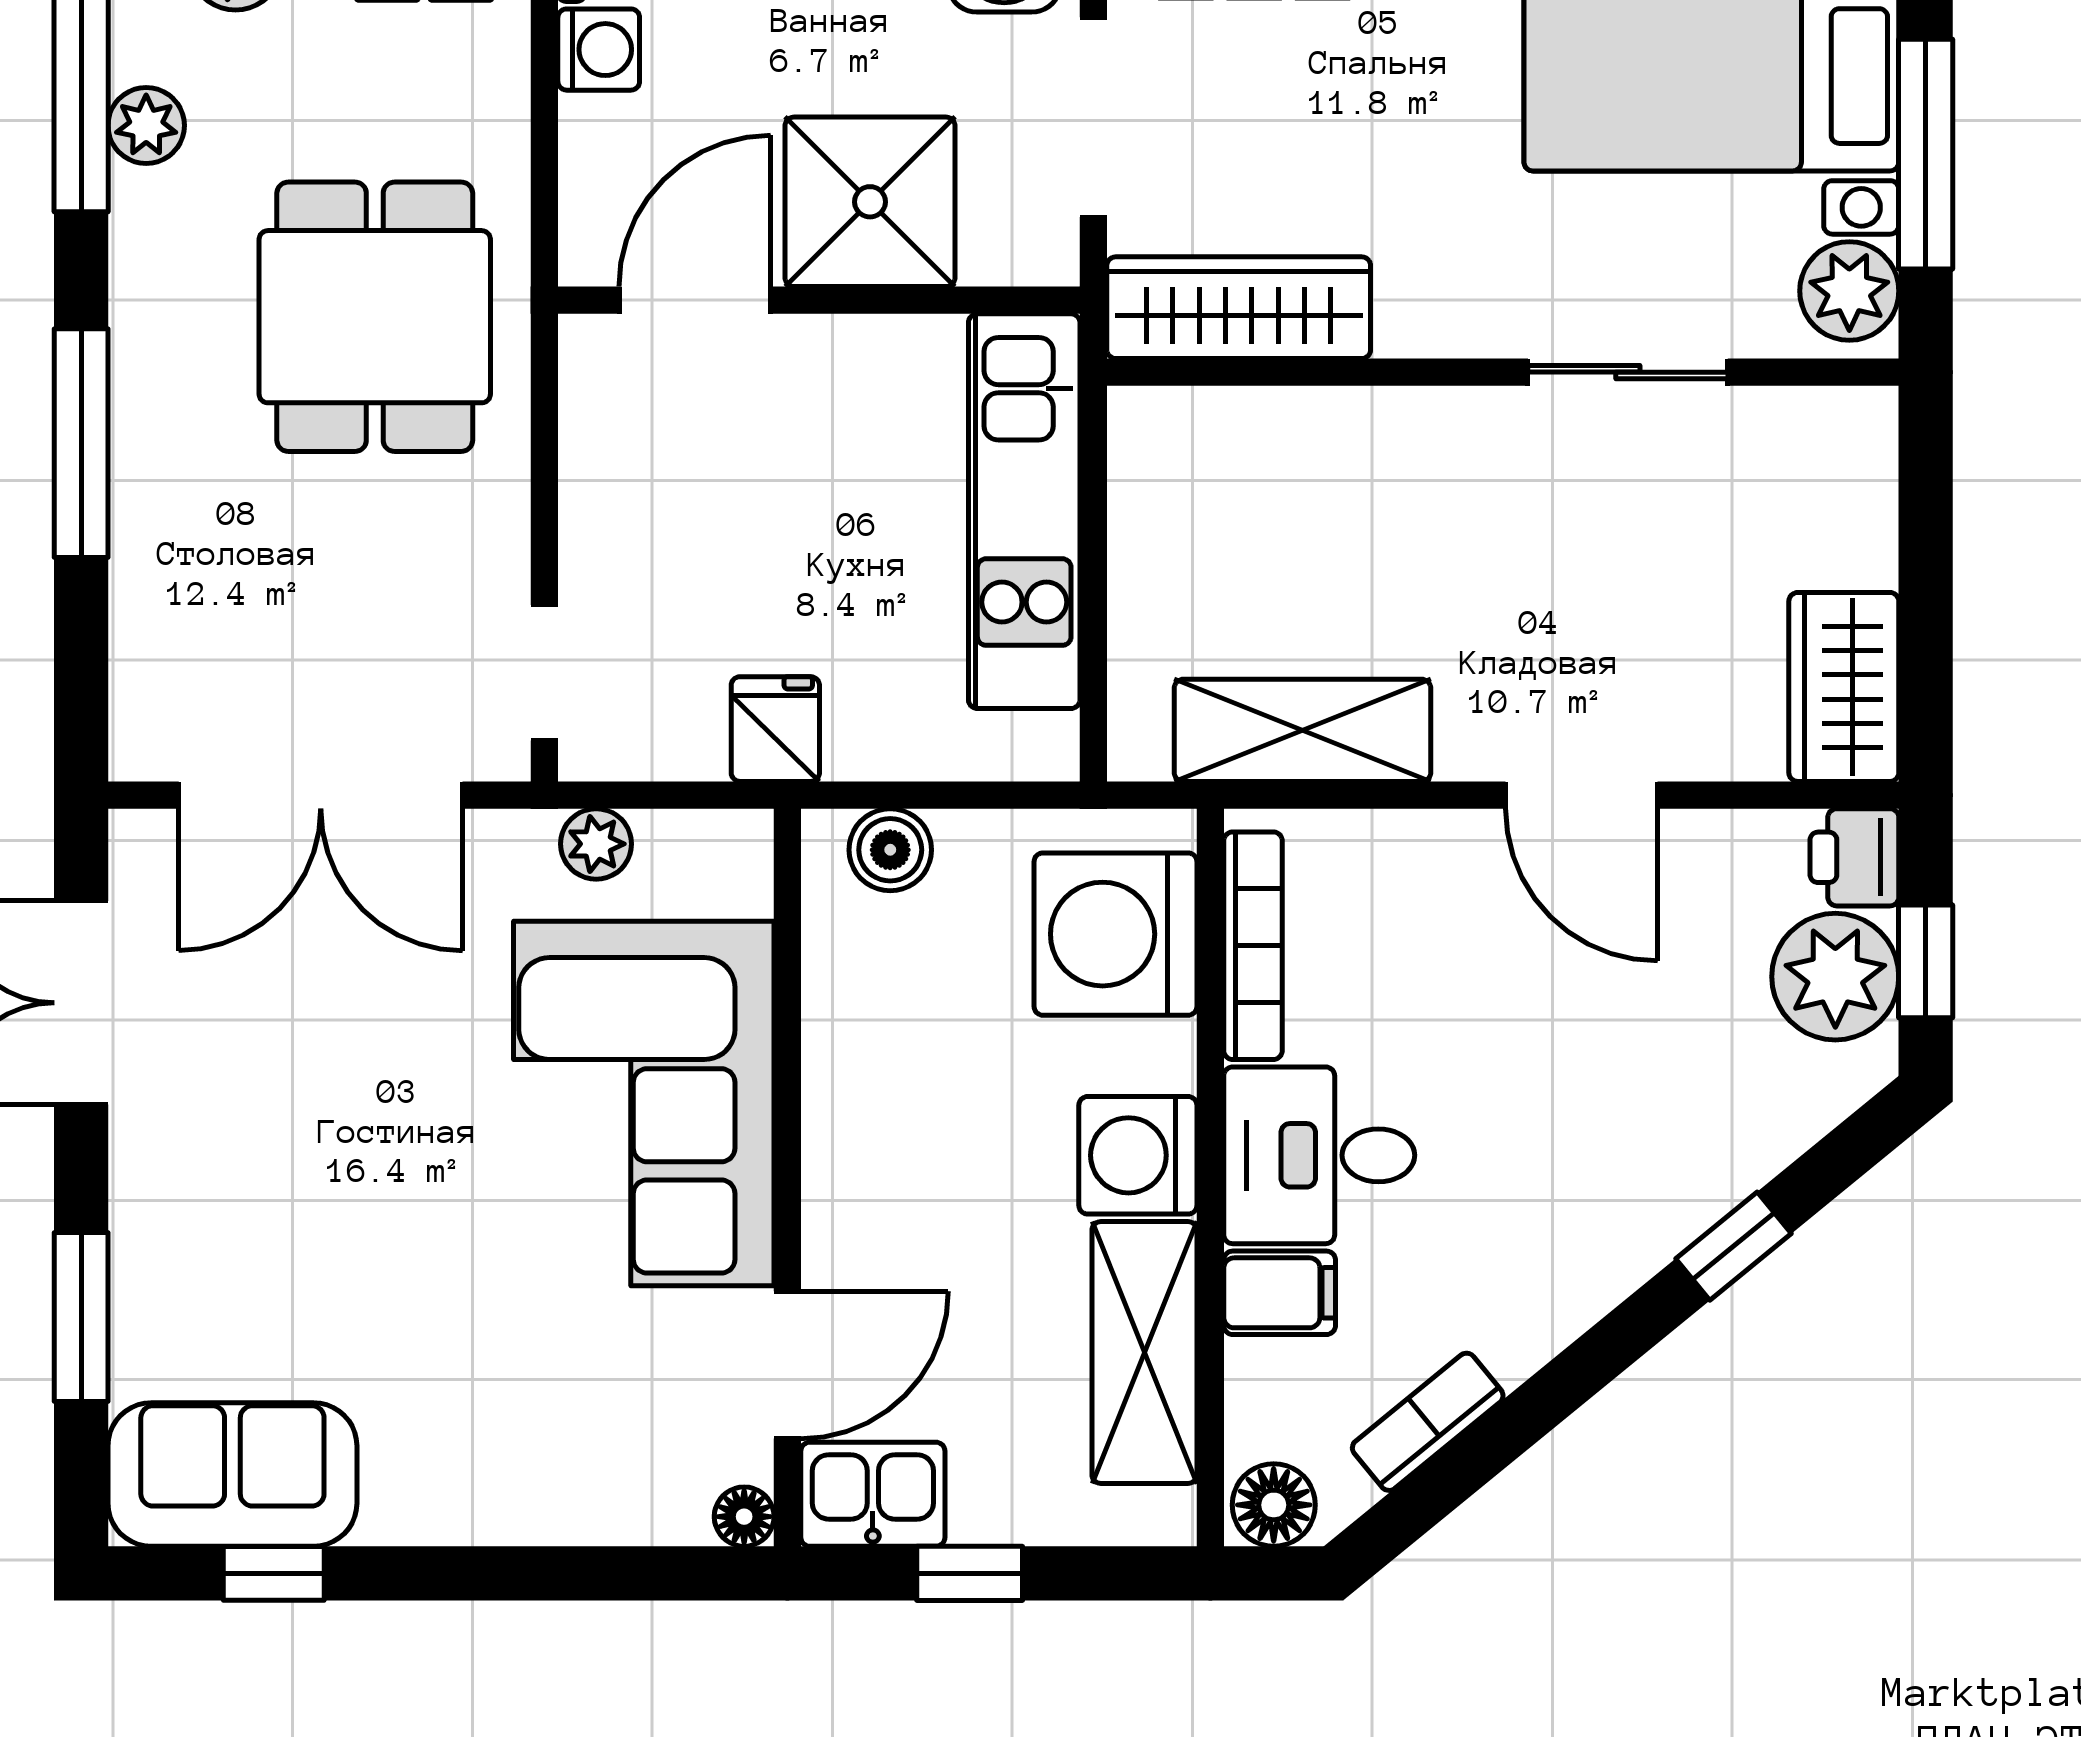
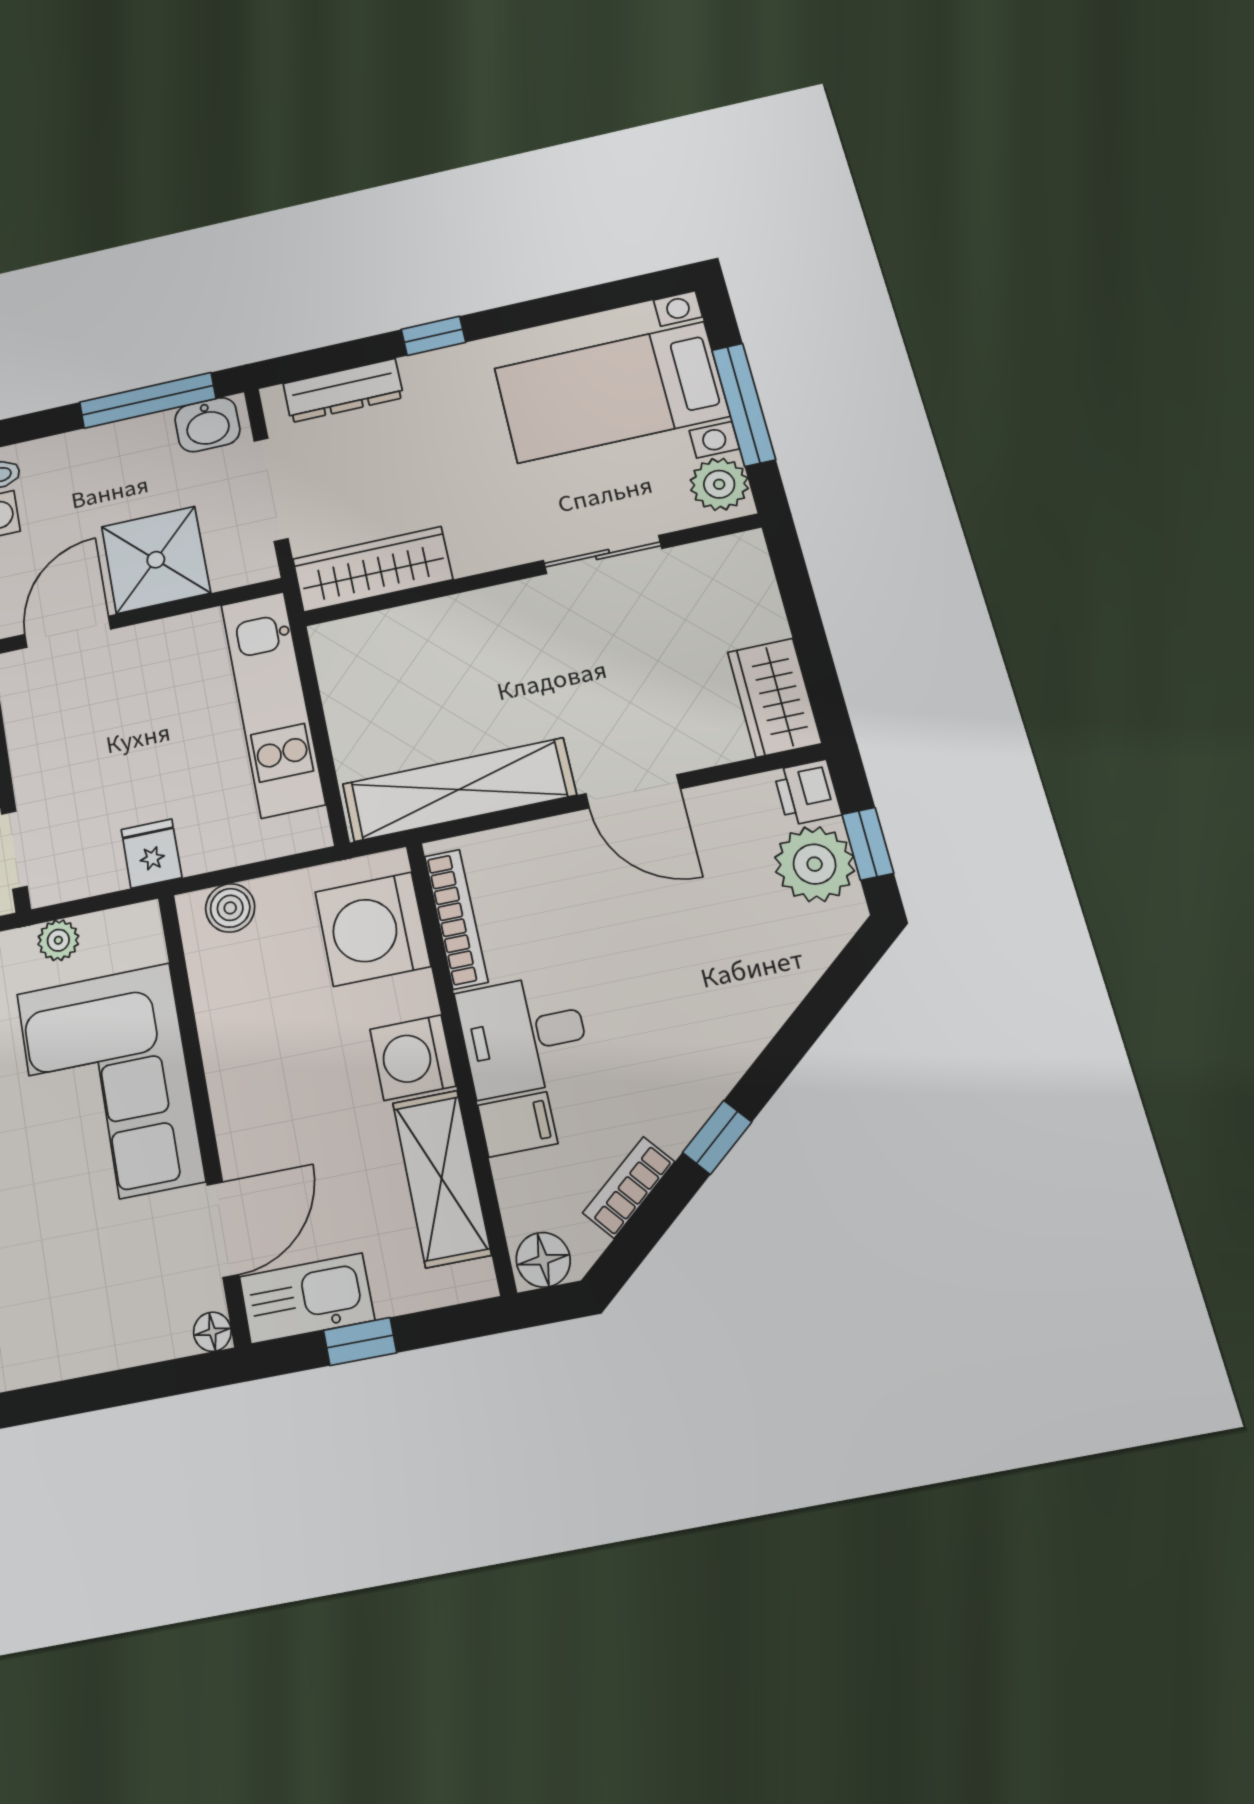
shelving: (1302, 730) -> (459, 790), width x1.47
window: (1733, 1246) -> (717, 1137), moved
kitchen sink: (873, 1494) -> (307, 1298), width x1.38

